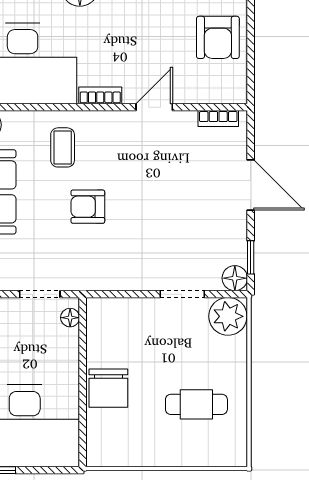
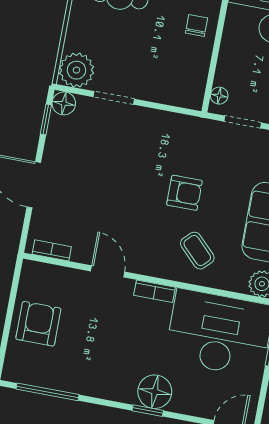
door: (154, 107) -> (108, 271), swing flipped
coffee table: (63, 147) -> (197, 251), turned -45
chair: (108, 388) -> (197, 26), width x0.54, depth x0.54

